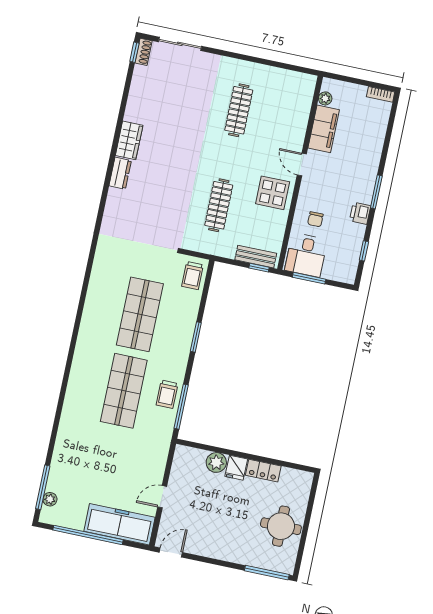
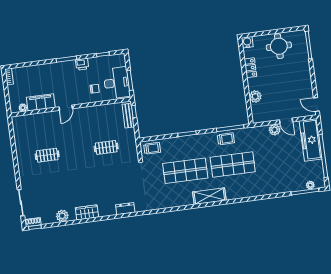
plant: (137, 100) -> (62, 216), added
clothes rail: (239, 110) -> (47, 155), width x0.73
dresser: (120, 173) -> (125, 209), moved
display table: (273, 193) -> (88, 119), removed
clothes rail: (219, 205) -> (106, 147), width x0.73
desk: (306, 255) -> (117, 83), width x1.37
shelving: (88, 338) -> (209, 196), added
fridge: (236, 468) -> (254, 84), removed
plant: (155, 474) -> (275, 130), added
water cooler: (304, 480) -> (247, 42), added

